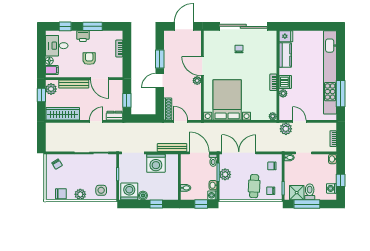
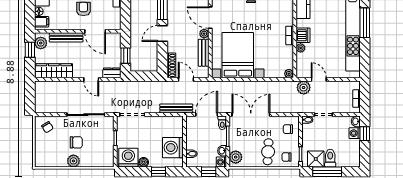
window: (341, 94) -> (365, 23), moved
bench: (197, 98) -> (204, 53), added
door: (96, 121) -> (91, 79), swing flipped
door: (199, 153) -> (207, 115), hinge flipped
washing machine: (156, 163) -> (173, 148), moved, turned 90
plant: (225, 174) -> (236, 157), moved
window: (341, 180) -> (365, 134), moved
washing machine: (332, 188) -> (355, 133), moved
side table: (101, 190) -> (97, 156), removed
chair: (61, 194) -> (76, 142), moved

